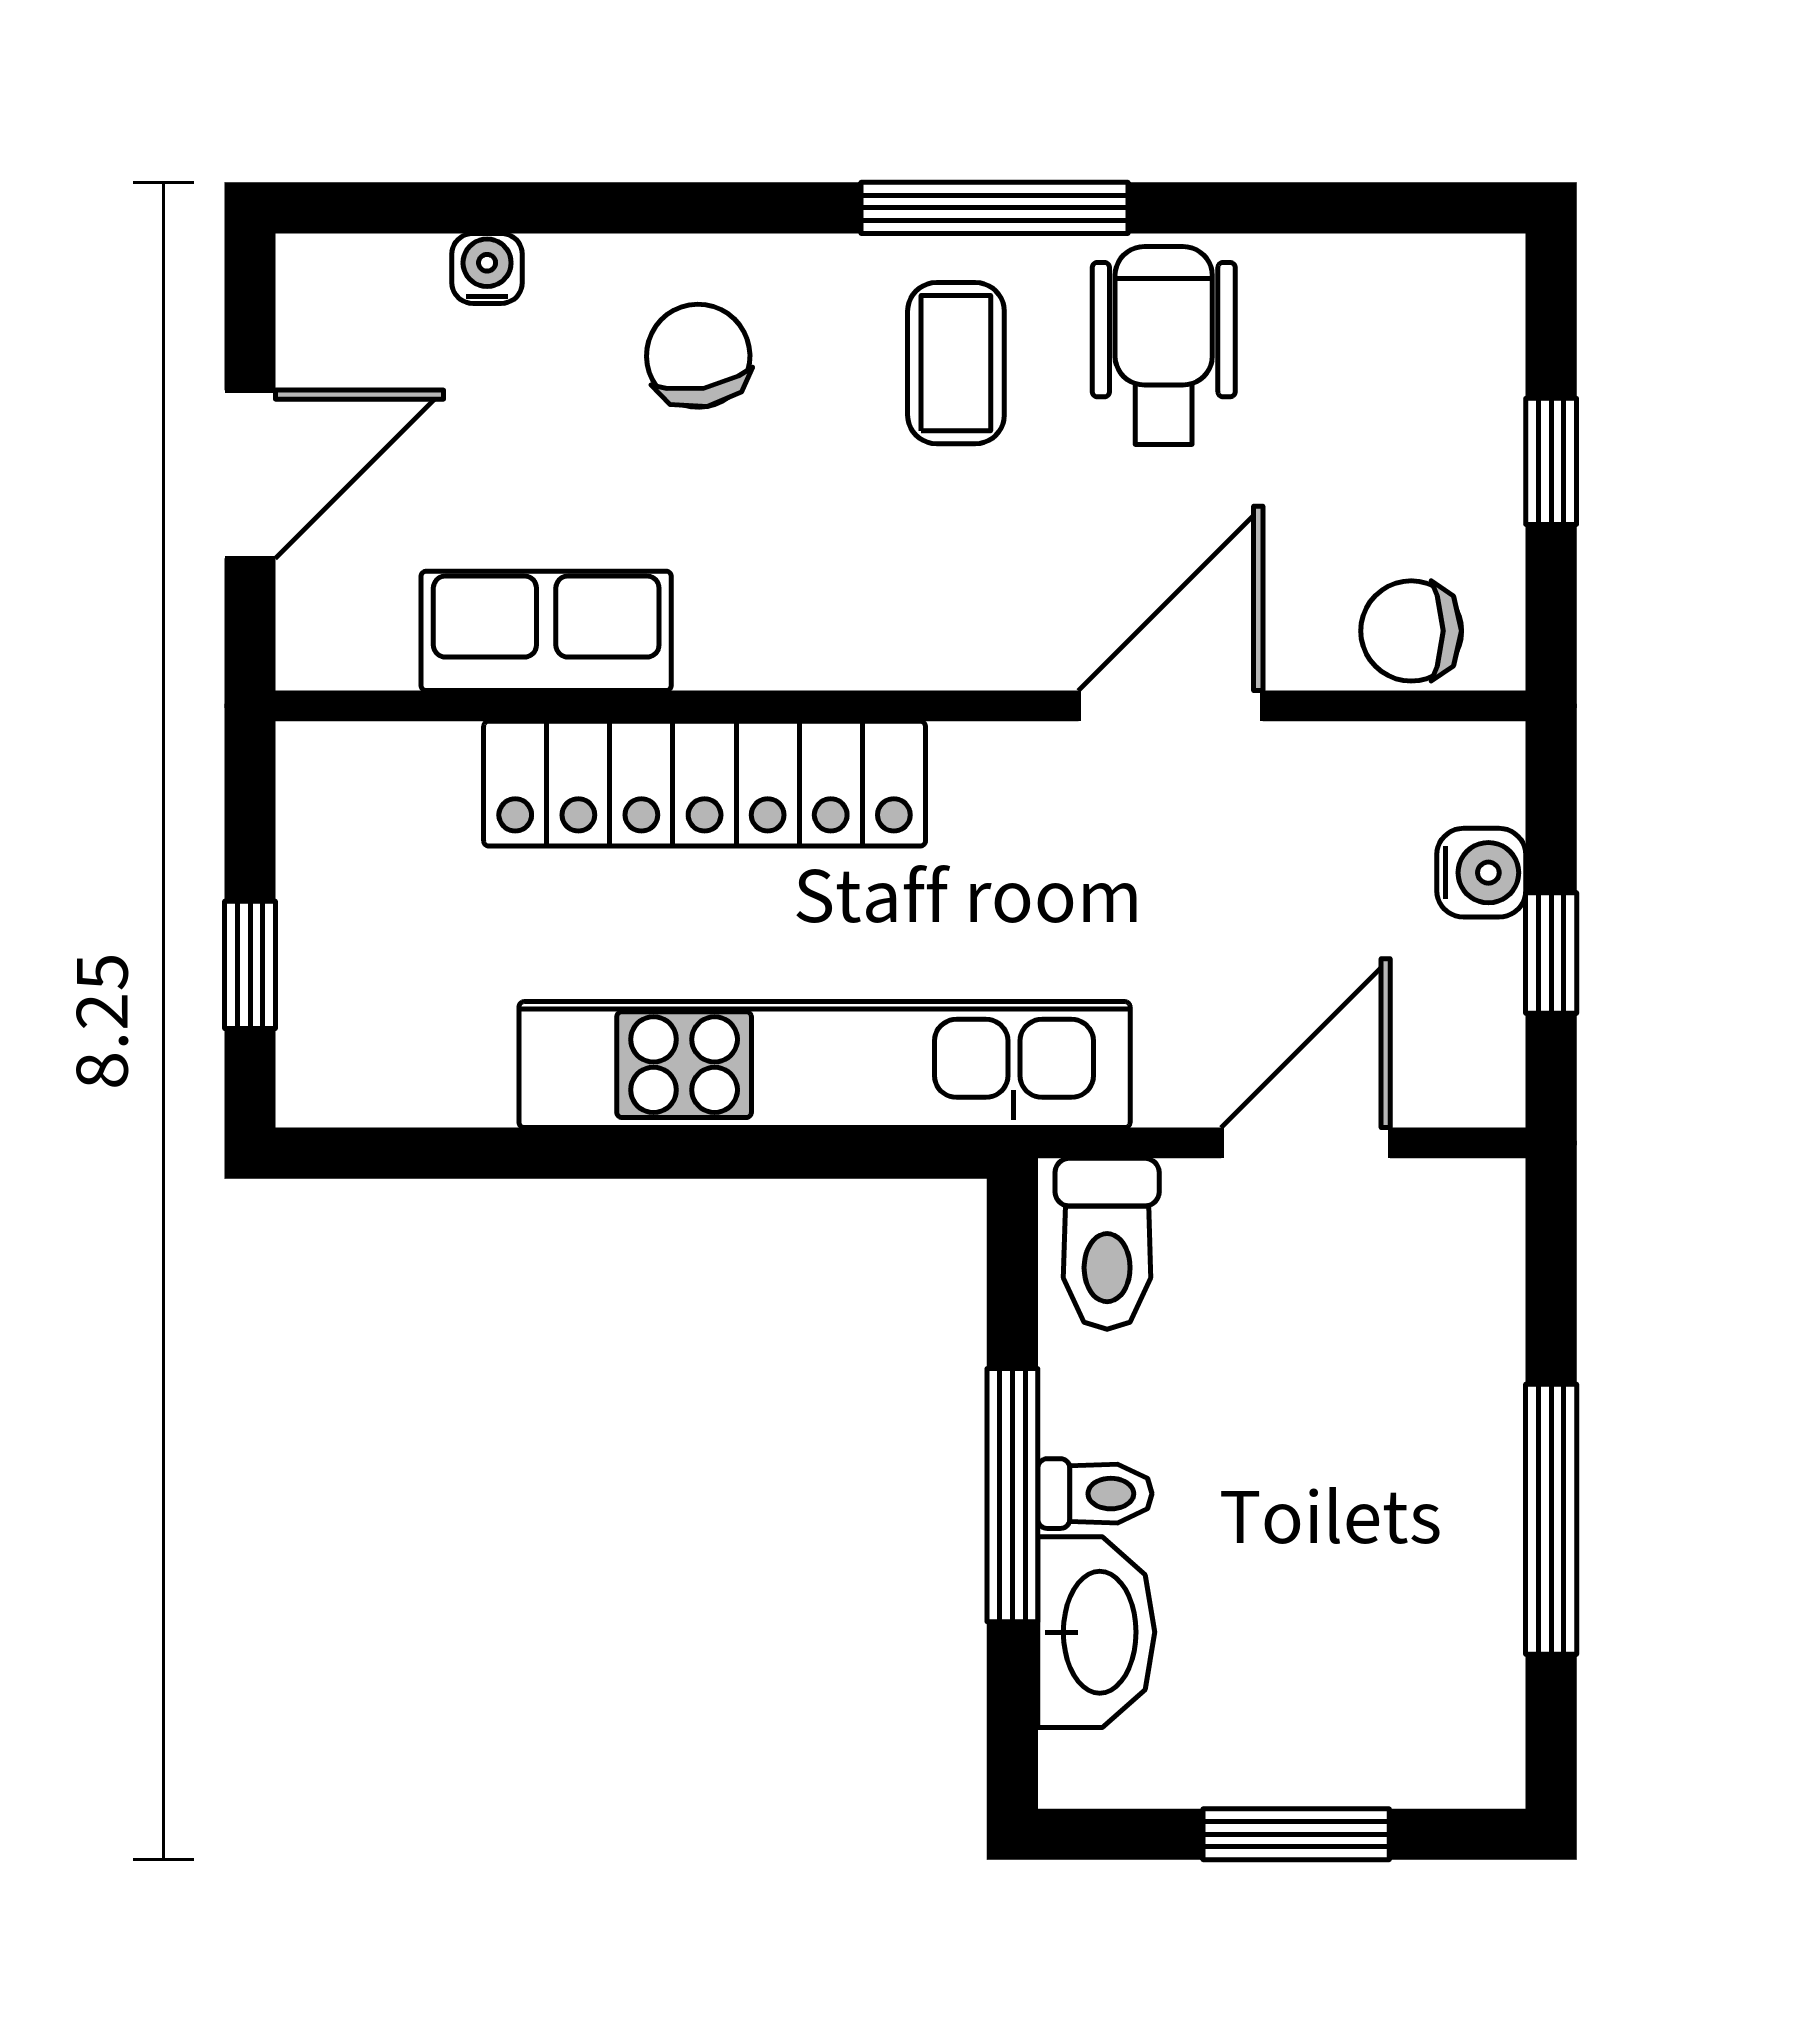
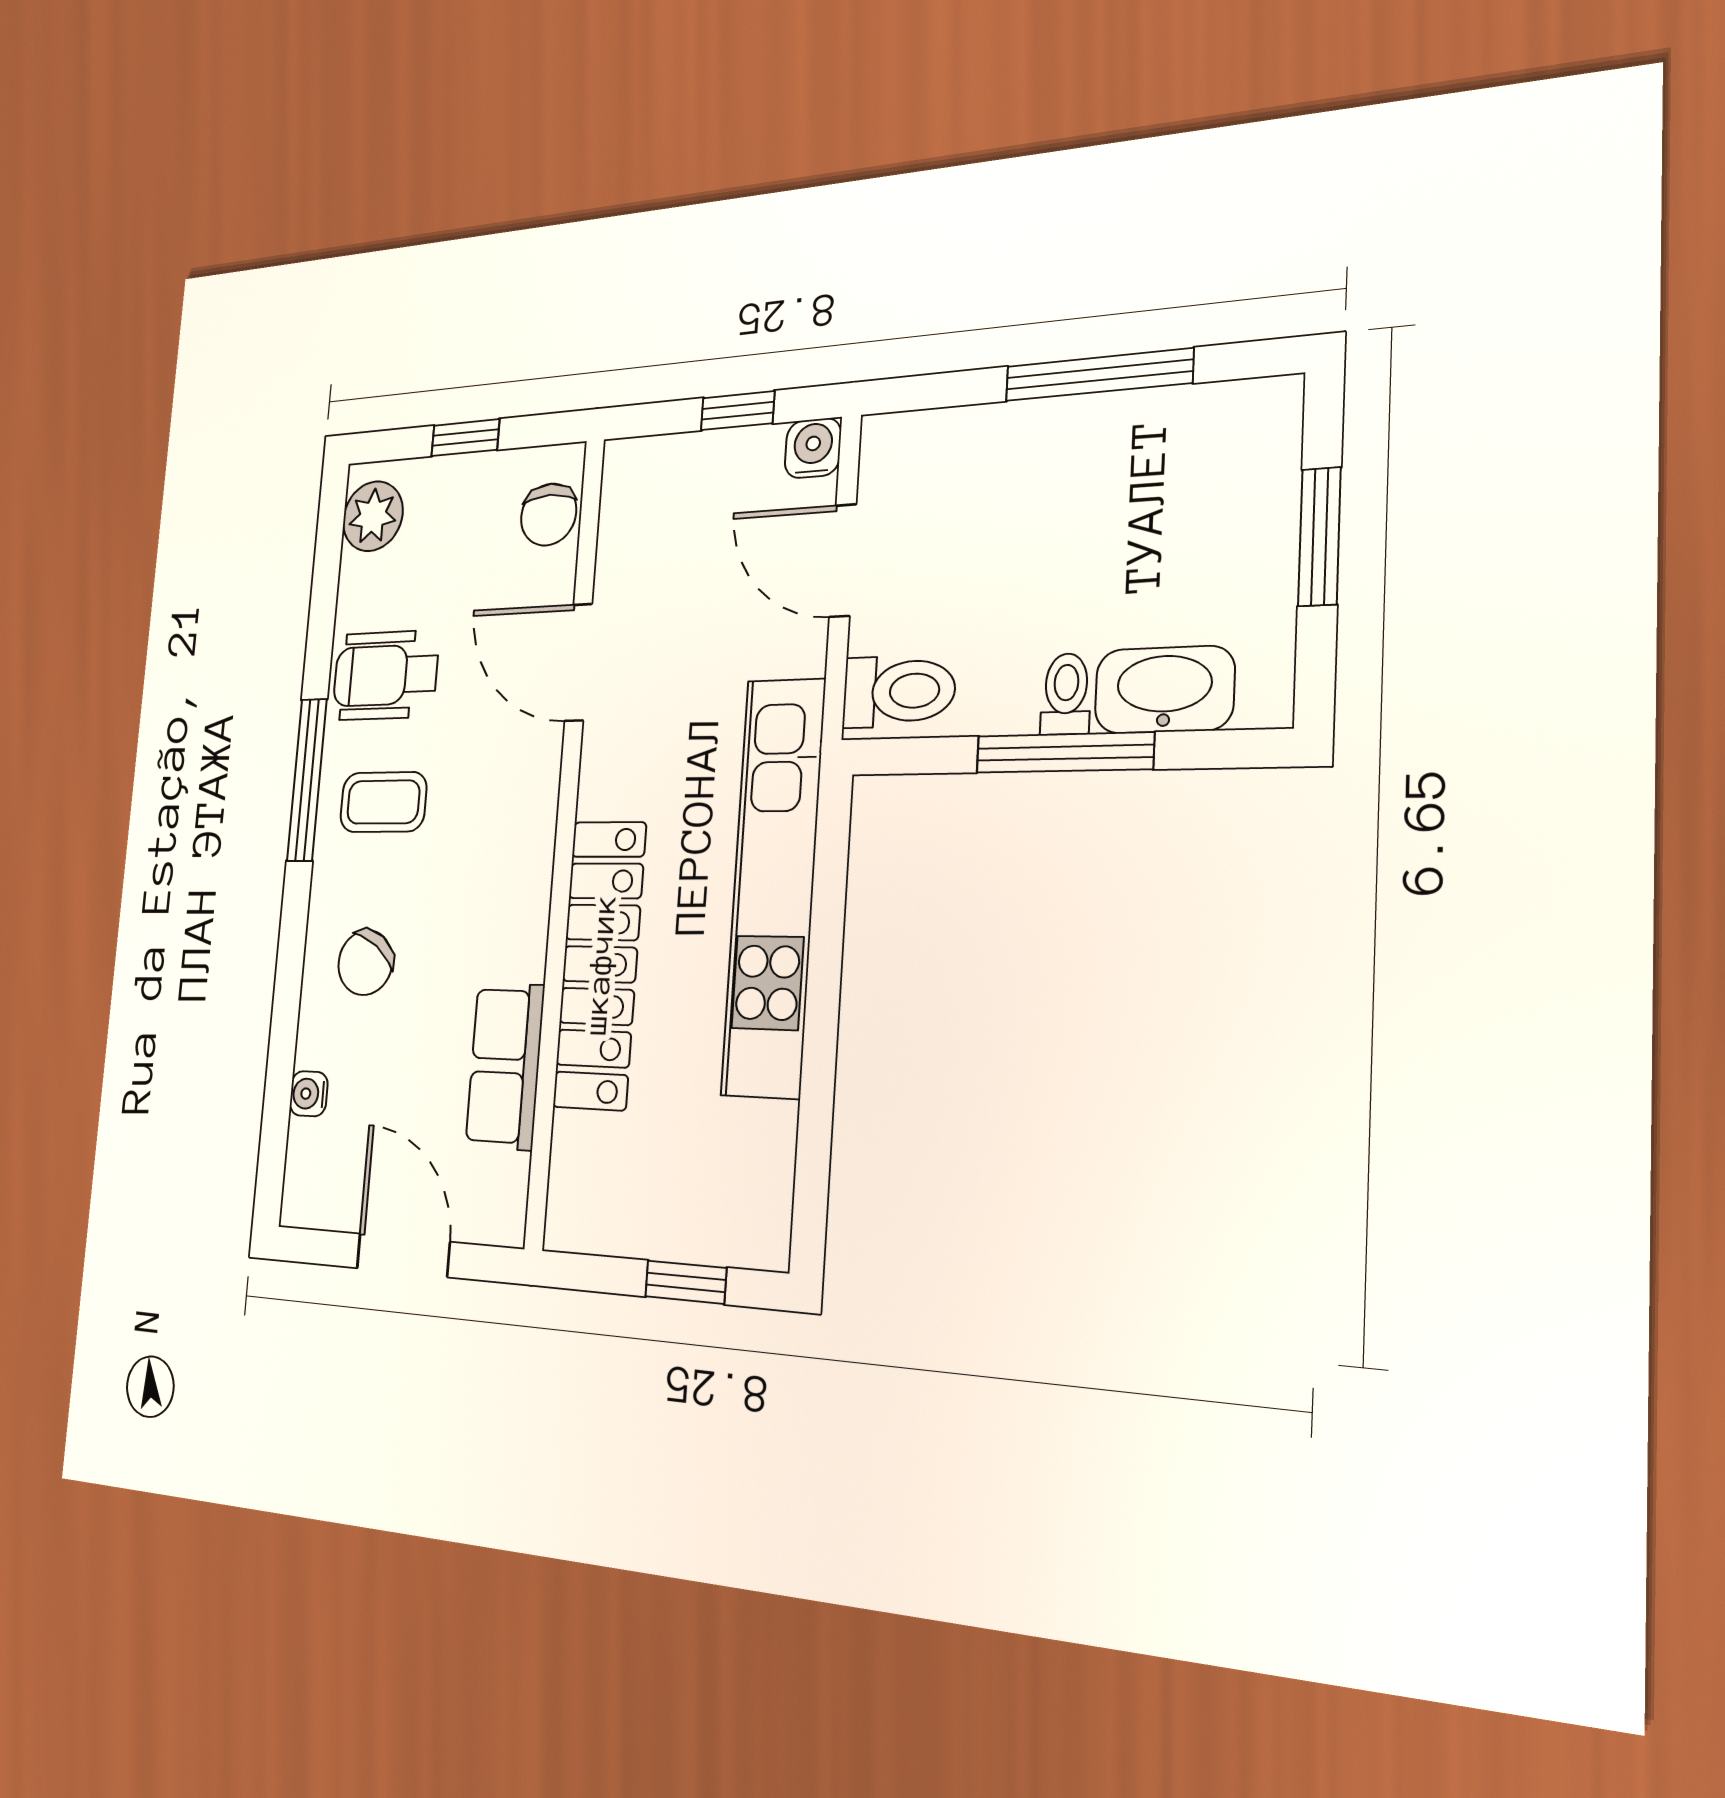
plant: (1432, 292) -> (373, 516), added
chair: (698, 356) -> (365, 963), turned -44
water cooler: (1481, 873) -> (813, 448), moved

